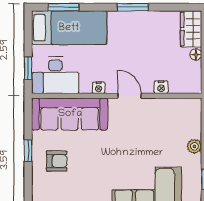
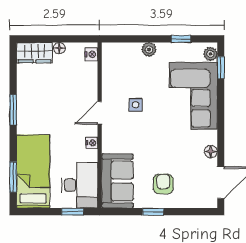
nightstand: (161, 87) -> (91, 54), moved
sofa: (70, 114) -> (117, 181), width x0.73
side table: (138, 133) -> (136, 105), added

